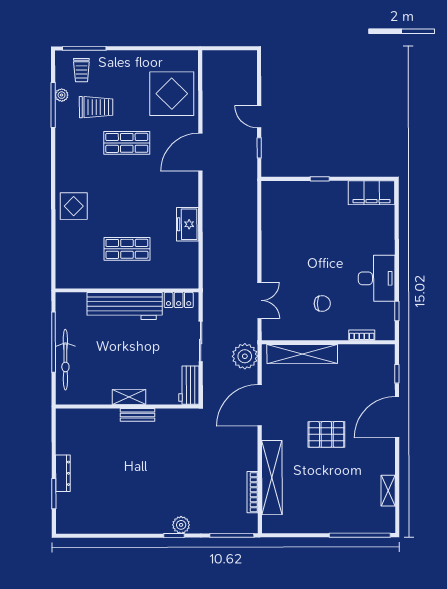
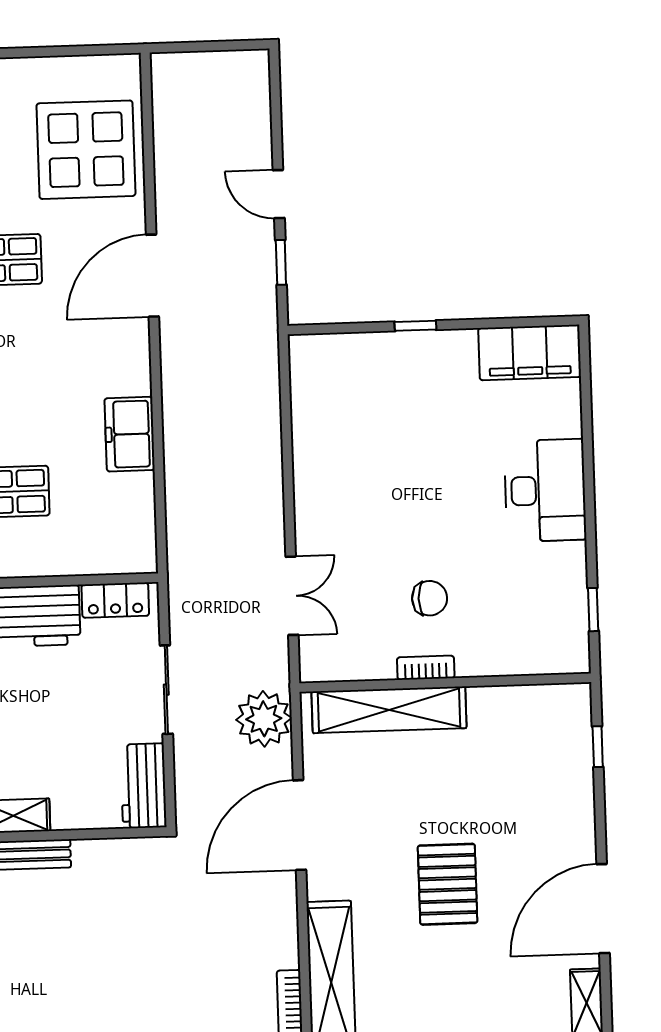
desk: (377, 278) -> (545, 490), moved
bookcase: (362, 335) -> (426, 668), moved
door: (397, 417) -> (603, 909), moved
pallet: (326, 434) -> (448, 884), turned 90

